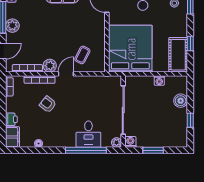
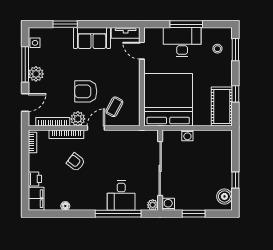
armchair: (57, 41) -> (86, 91), added
washing machine: (159, 81) -> (187, 135), moved
boiler: (181, 101) -> (224, 196), moved

